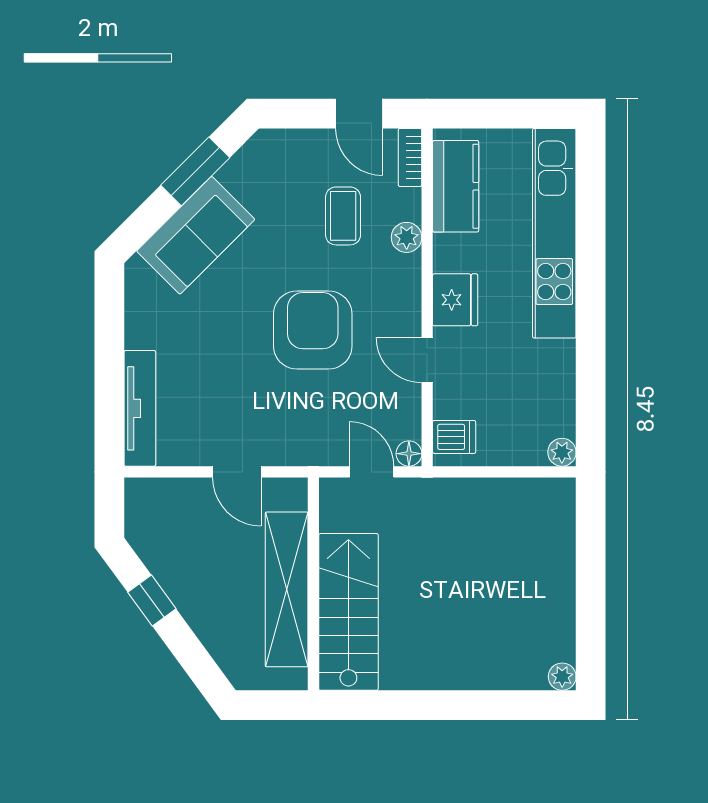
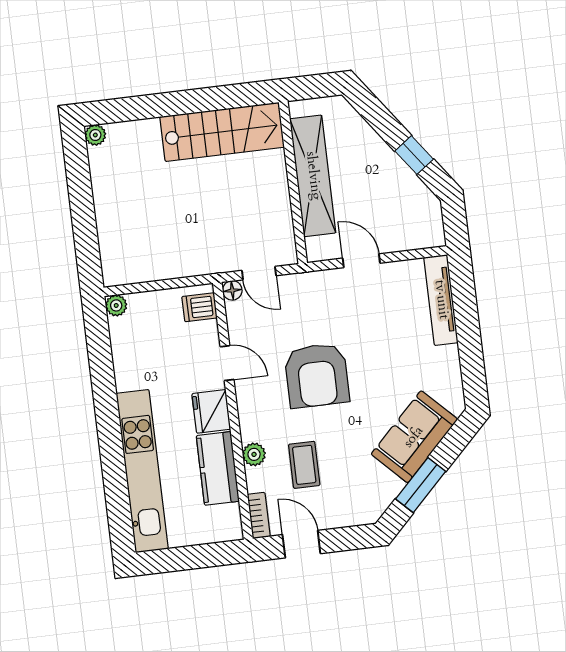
kitchen counter: (456, 186) -> (218, 468), moved
stairs: (348, 612) -> (222, 132), moved, turned -90

